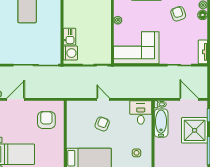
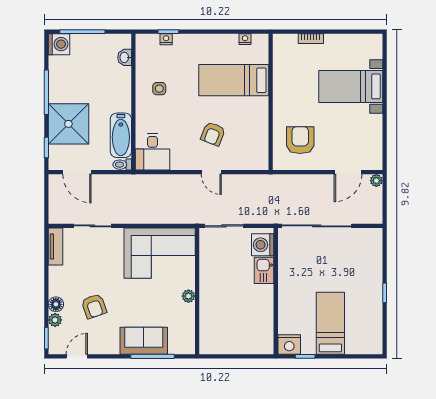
armchair: (46, 120) -> (300, 140), turned 180

